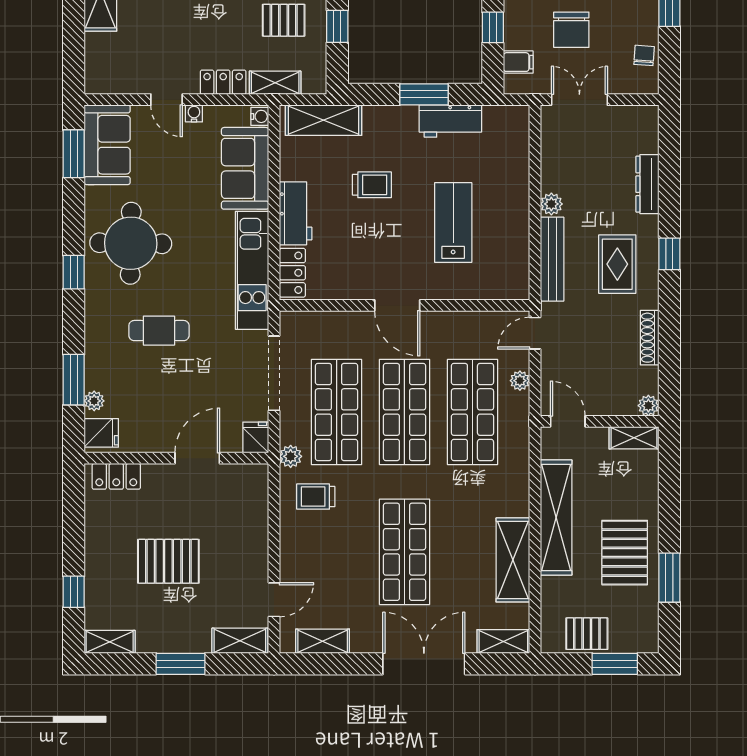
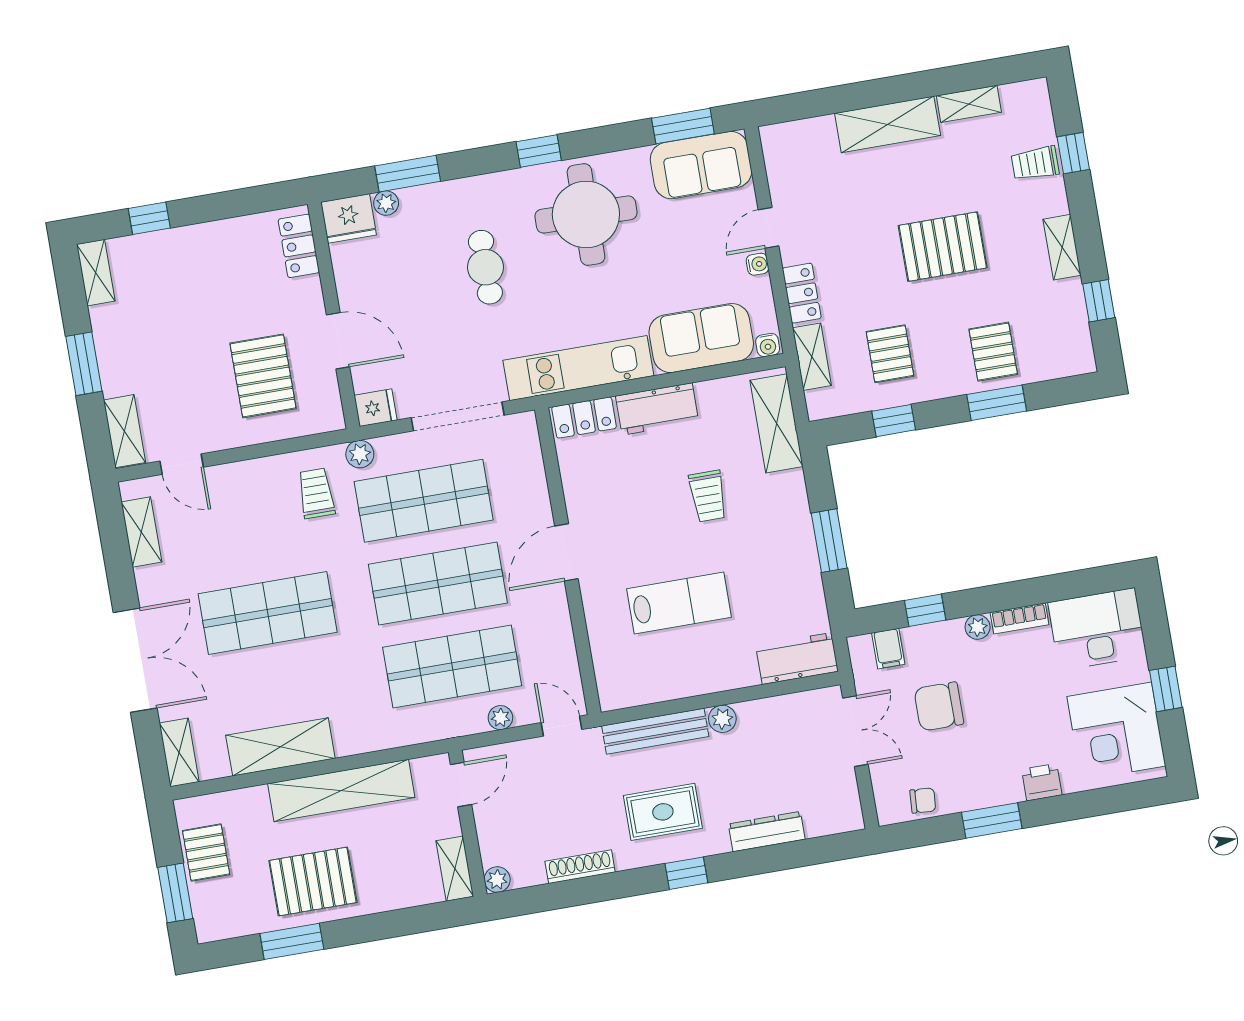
workbench: (450, 121) -> (797, 658), moved, turned 90
fridge: (101, 433) -> (349, 218), width x1.38
pallet: (168, 561) -> (263, 376), moved

